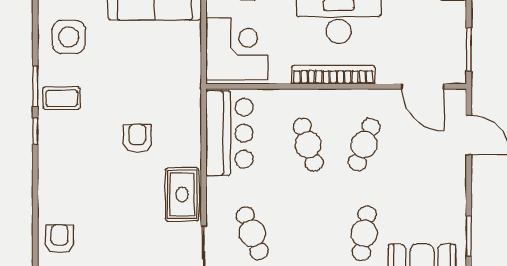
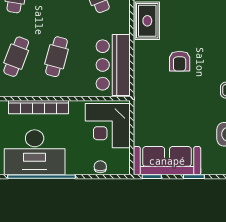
cafe table: (308, 145) -> (57, 57), turned 33

